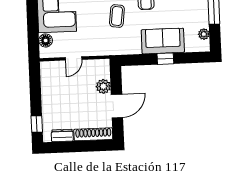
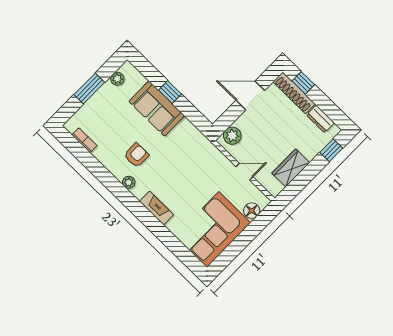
coffee table: (117, 16) -> (172, 169), removed
plant: (103, 86) -> (232, 136), moved
wardrobe: (49, 89) -> (291, 168), added
window: (94, 146) -> (303, 83), added

